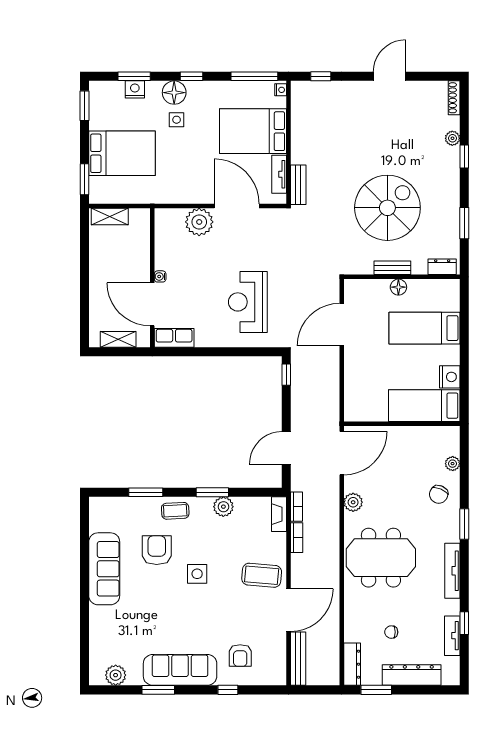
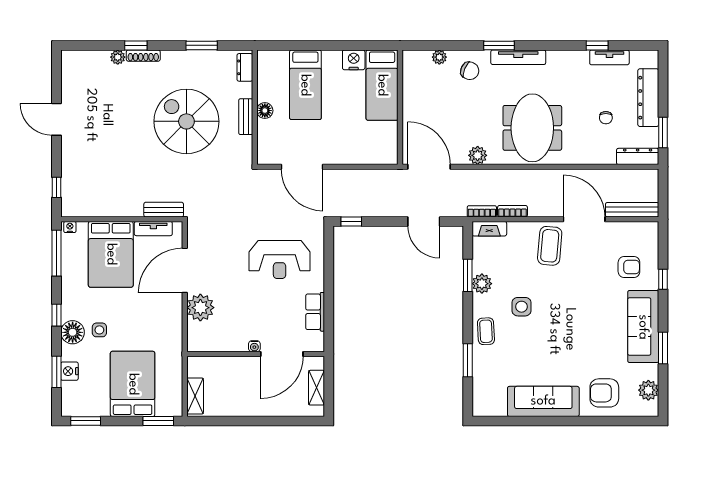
shoe rack: (454, 98) -> (143, 56), moved
row of seats: (174, 338) -> (315, 312), moved
window: (212, 492) -> (468, 275), moved
armchair: (157, 550) -> (604, 393), moved
tv unit: (452, 571) -> (518, 57), moved
side table: (197, 574) -> (522, 307), moved

